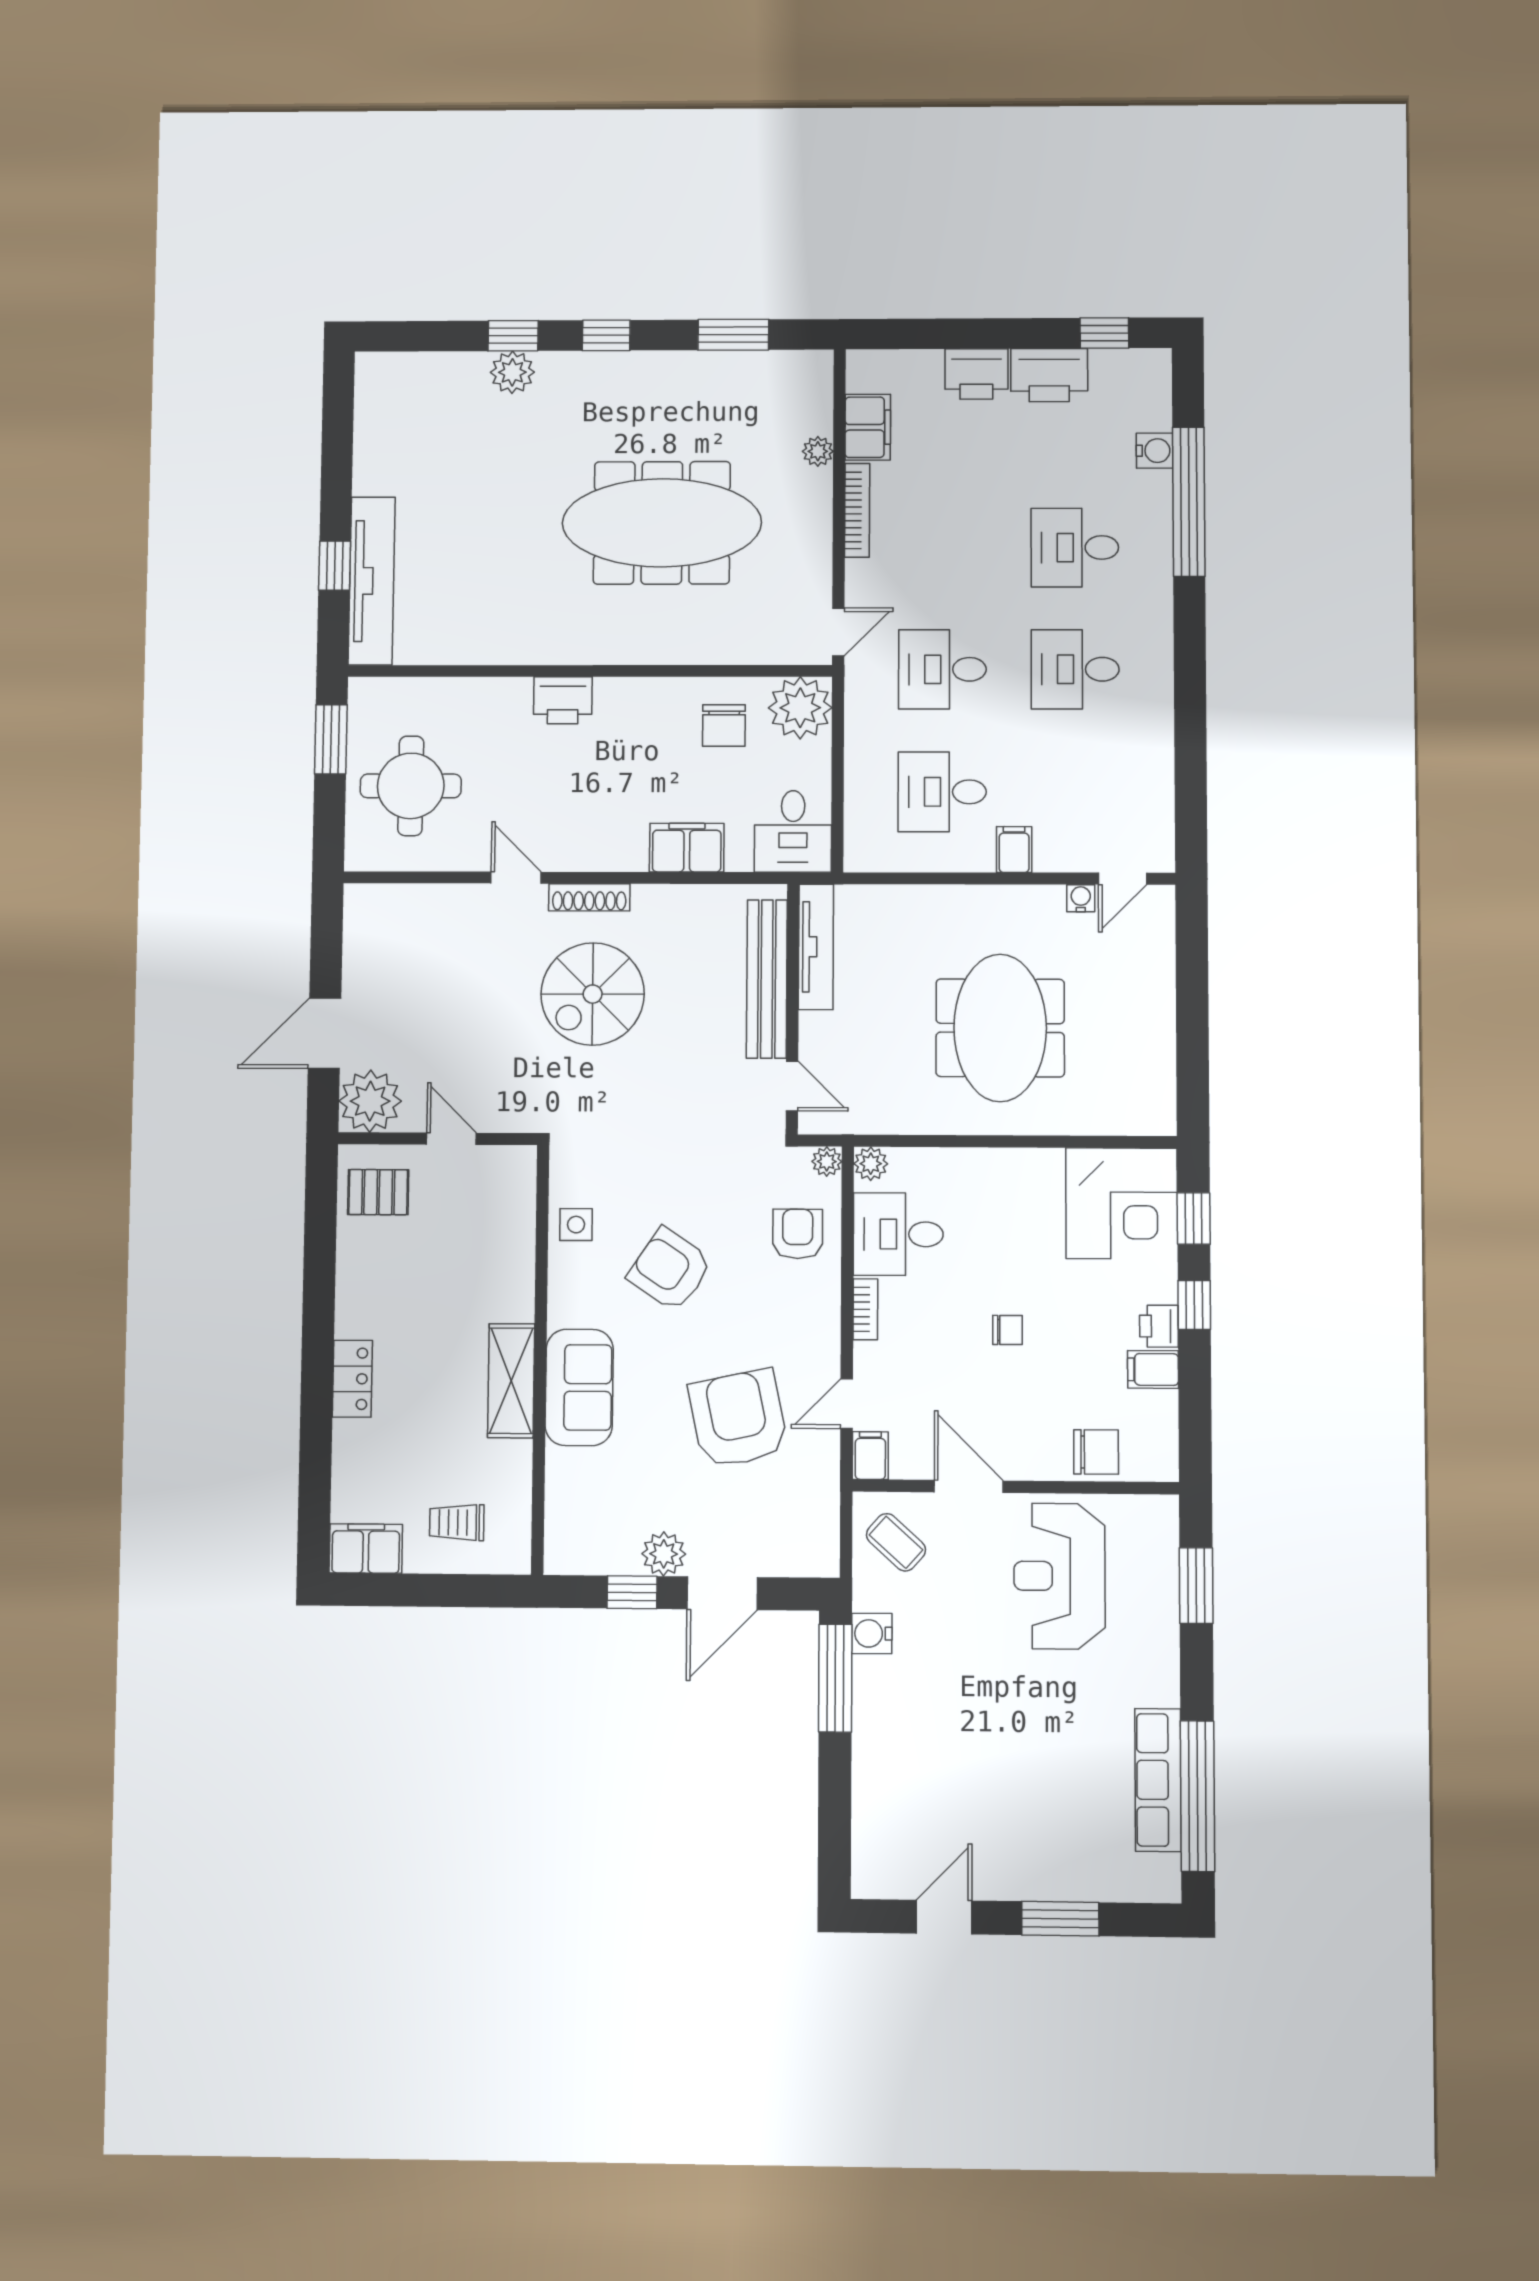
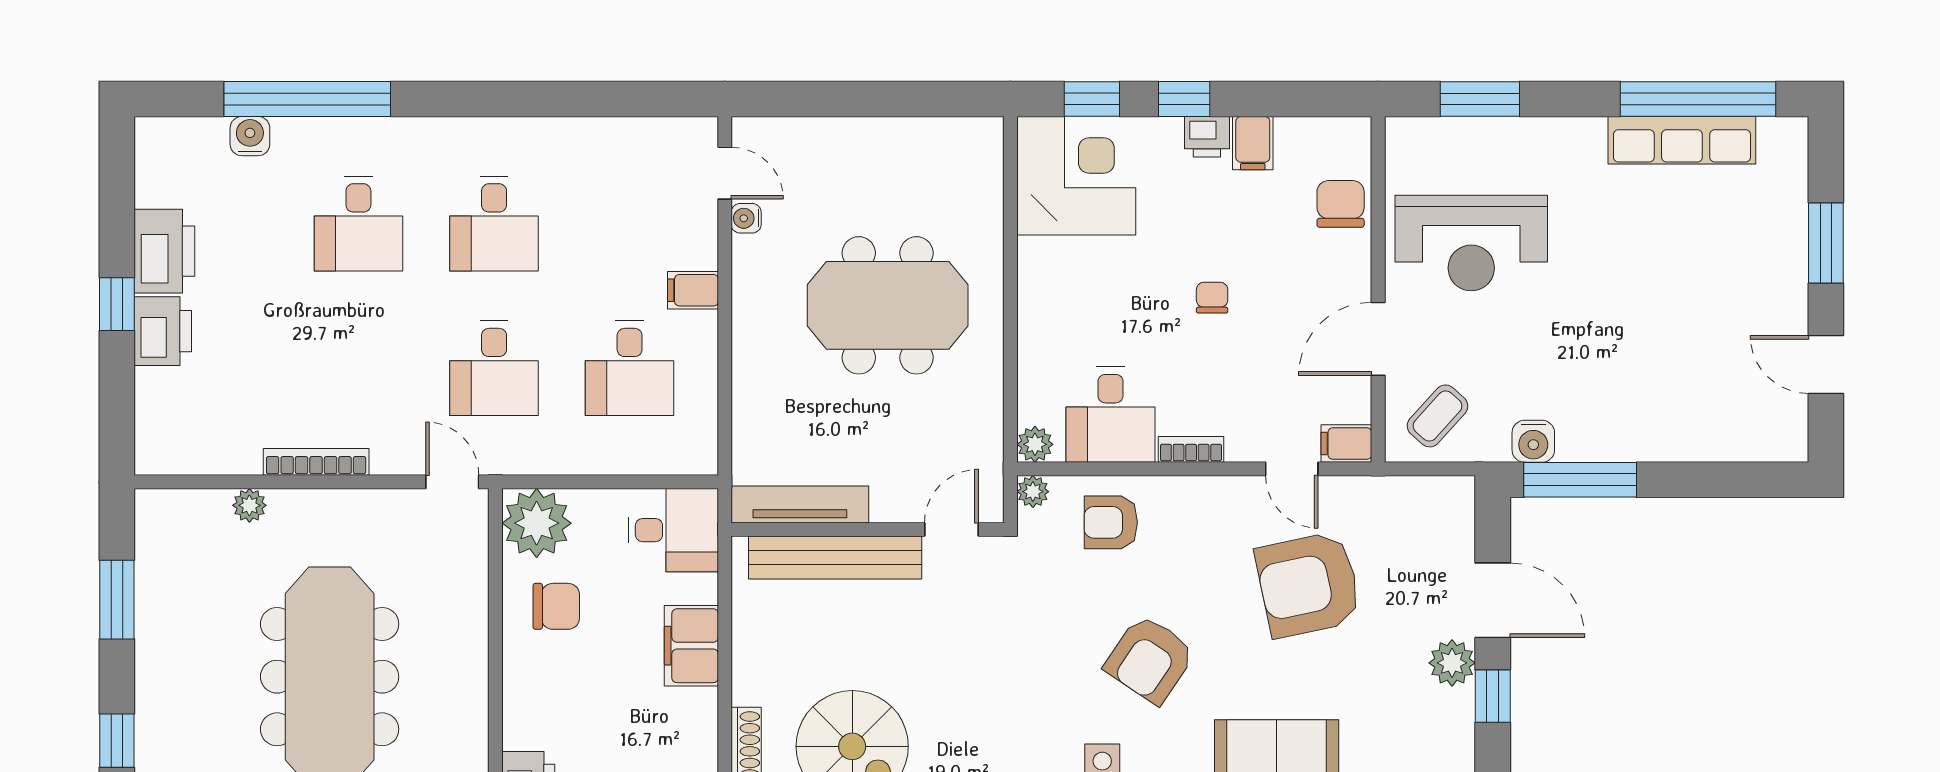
window: (1104, 333) -> (117, 304), moved
filing cabinet: (868, 427) -> (223, 451), removed

